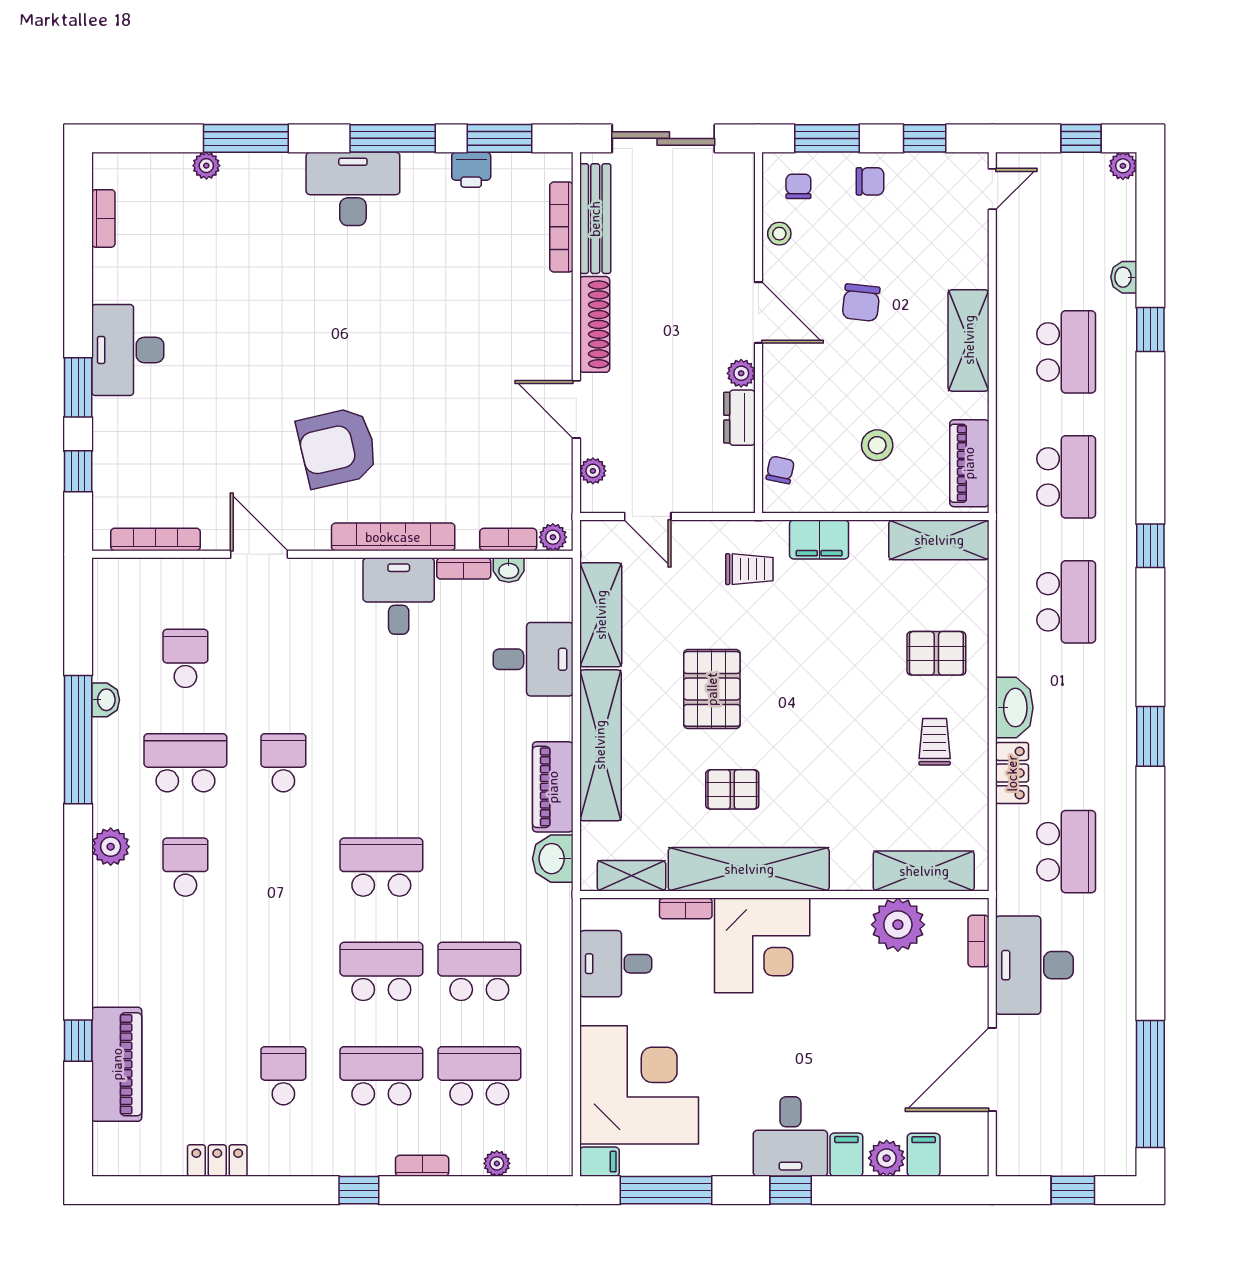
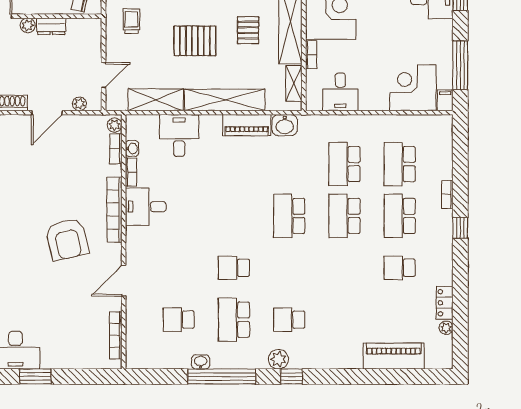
window: (78, 471) -> (80, 377), removed
window: (78, 1041) -> (292, 377), moved
corner desk: (639, 1085) -> (413, 88), width x0.74, depth x0.74
plant: (497, 1163) -> (446, 328), moved

